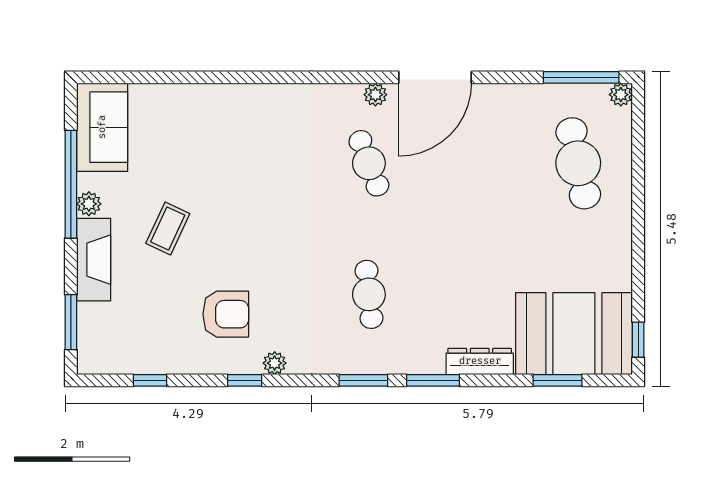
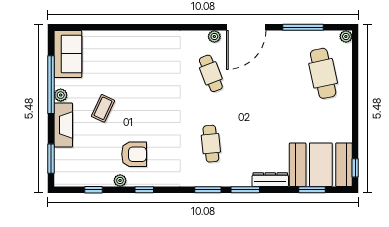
window: (581, 77) -> (303, 27), moved
plant: (275, 363) -> (120, 180), moved

